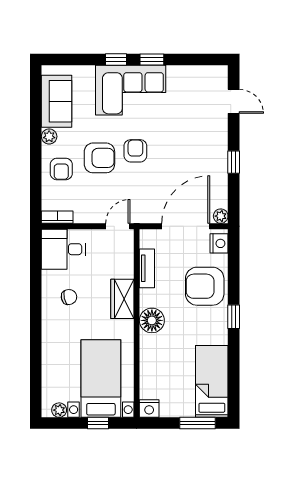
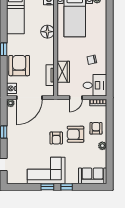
corner sofa: (131, 90) -> (46, 171), moved
sofa: (57, 101) -> (93, 176), moved, turned 90
door: (118, 226) -> (76, 98), moved
armchair: (205, 286) -> (19, 66), turned -90
wardrobe: (122, 299) -> (63, 72), moved
floor lamp: (152, 320) -> (47, 32), moved

